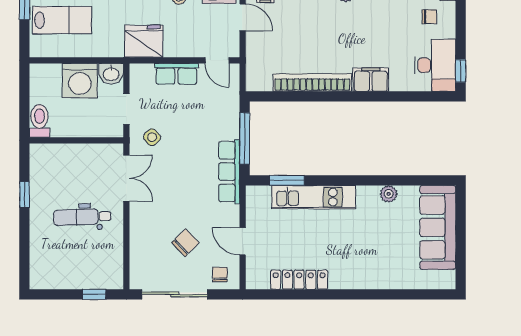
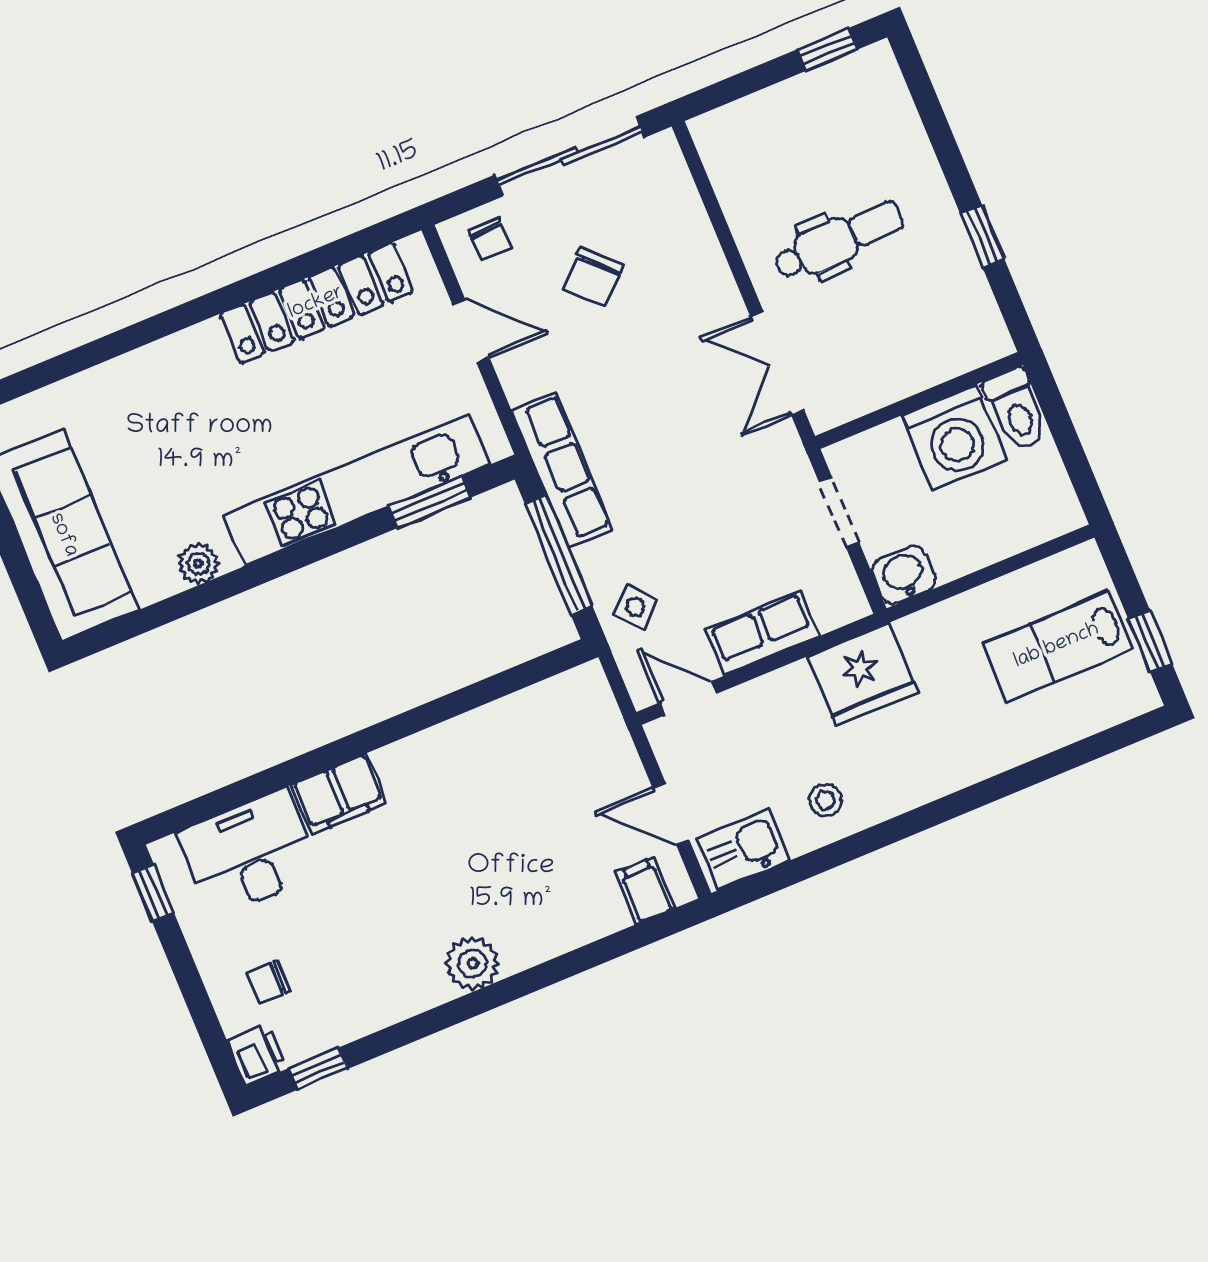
desk: (435, 65) -> (249, 853), moved, turned 90
washing machine: (80, 81) -> (954, 437), moved, turned 180
bookcase: (312, 82) -> (462, 736), removed
side table: (152, 137) -> (635, 607), moved
kitchen unit: (314, 197) -> (357, 490), width x1.36
locker: (299, 280) -> (316, 303), width x1.41, depth x1.21
window: (94, 294) -> (827, 50), moved

